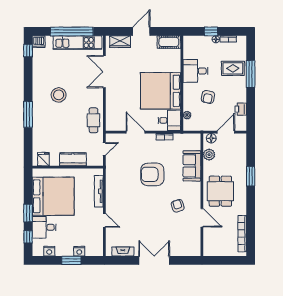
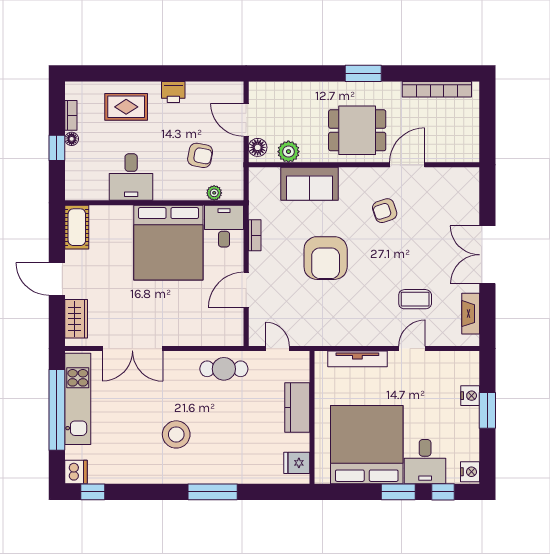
rug: (233, 68) -> (126, 107), turned 90
window: (251, 74) -> (137, 73), removed
armchair: (208, 97) -> (200, 155), moved
printer: (241, 109) -> (173, 92), moved
window: (251, 176) -> (363, 73), moved
coffee table: (131, 222) -> (415, 299), added
nightstand: (49, 251) -> (470, 472), moved

